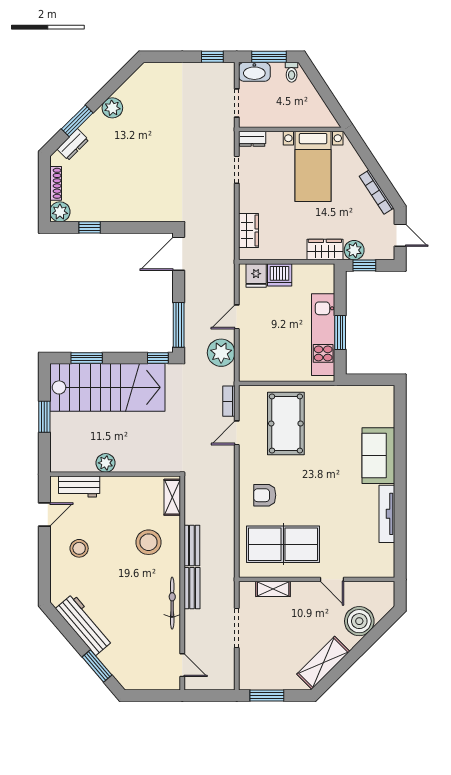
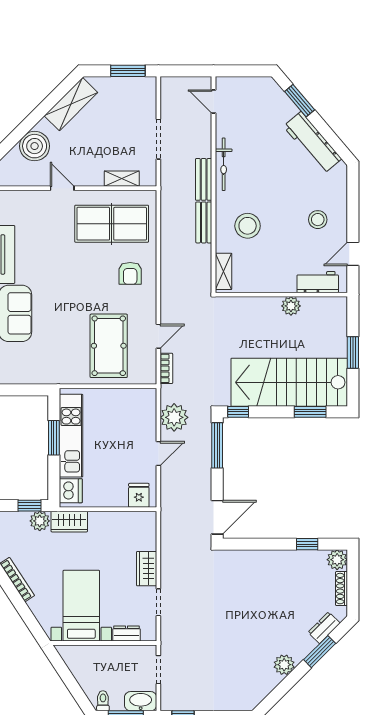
dresser: (252, 139) -> (127, 634), moved
wardrobe: (248, 231) -> (147, 569), moved
dishwasher: (280, 275) -> (71, 491), moved, turned 90
armchair: (265, 495) -> (130, 273), turned 90

